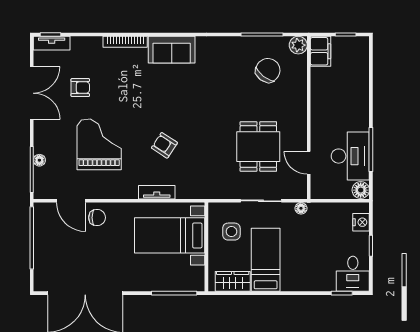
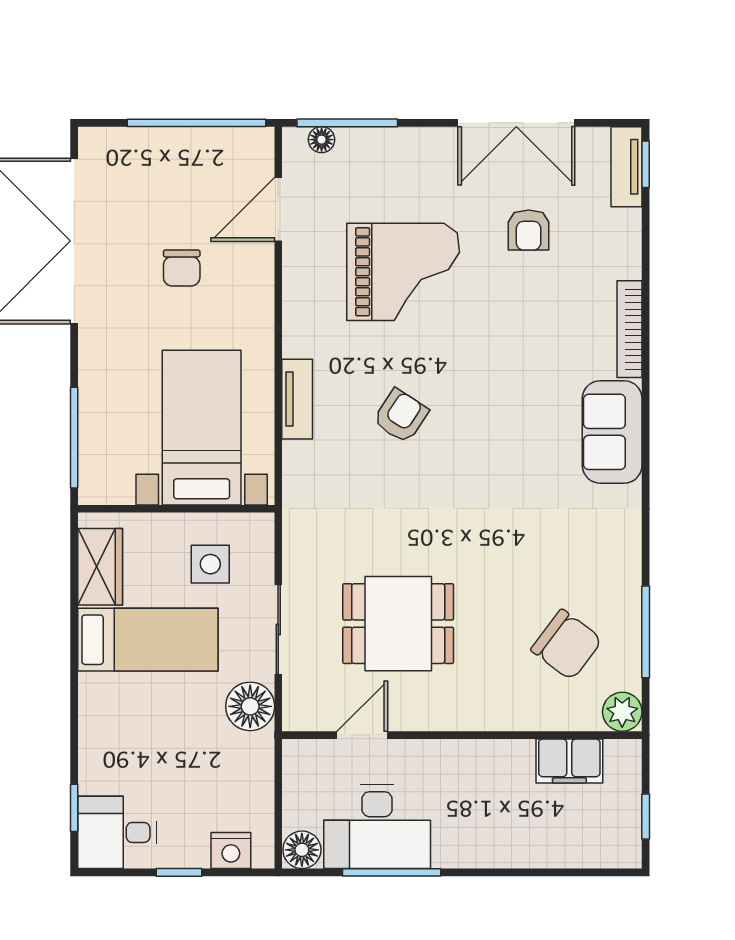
filing cabinet: (320, 51) -> (569, 761), moved
floor lamp: (39, 160) -> (322, 140), moved
floor lamp: (301, 208) -> (250, 706), width x1.89, depth x1.89
chair: (97, 218) -> (182, 268), moved

